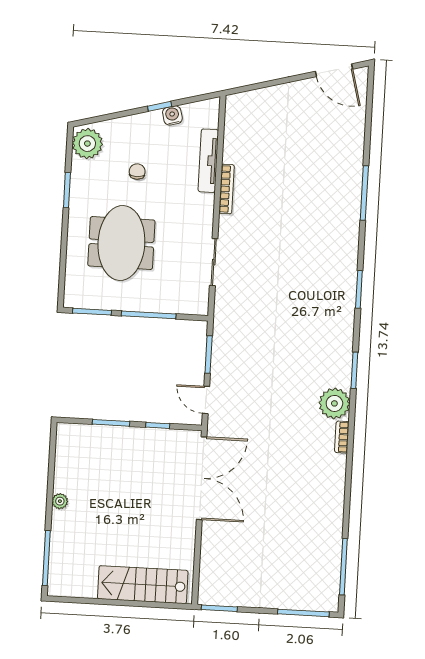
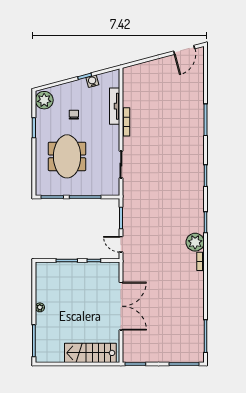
door: (334, 70) -> (184, 50), hinge flipped
double door: (202, 478) -> (121, 306), moved

